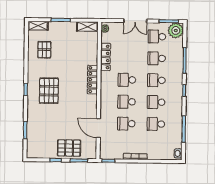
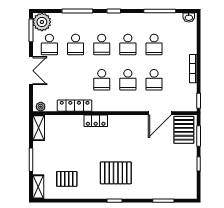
locker: (93, 80) -> (96, 121), width x0.66
pallet: (69, 148) -> (184, 130), moved

